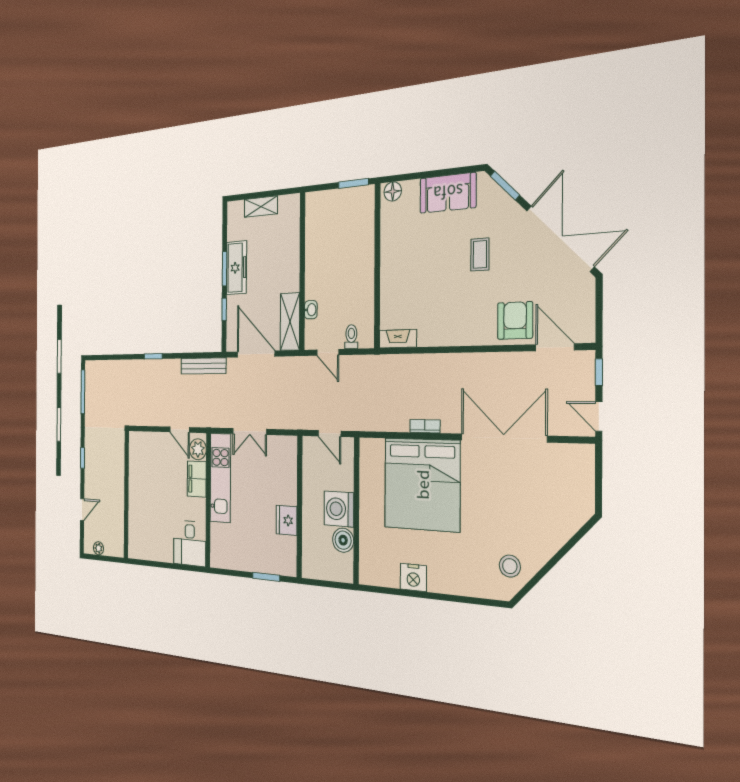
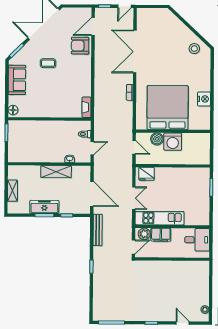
shelving: (290, 322) -> (56, 172), moved
door: (256, 354) -> (92, 194), swing flipped
door: (329, 434) -> (134, 147), hinge flipped
bed: (422, 484) -> (168, 108), moved, turned -90
wall: (126, 494) -> (172, 259), moved
fridge: (287, 520) -> (147, 174), moved
boiler: (343, 540) -> (157, 139), moved

